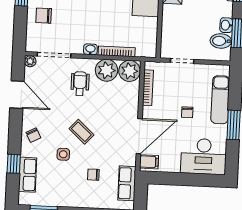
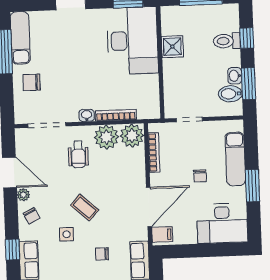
plant: (30, 61) -> (23, 195), moved
wheelchair: (80, 84) -> (78, 154), turned 180

